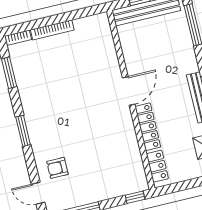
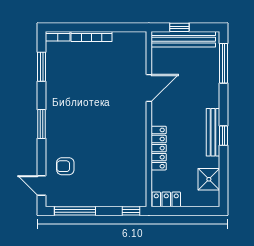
door: (129, 91) -> (149, 88), moved
locker: (157, 166) -> (166, 199), moved, turned -90

